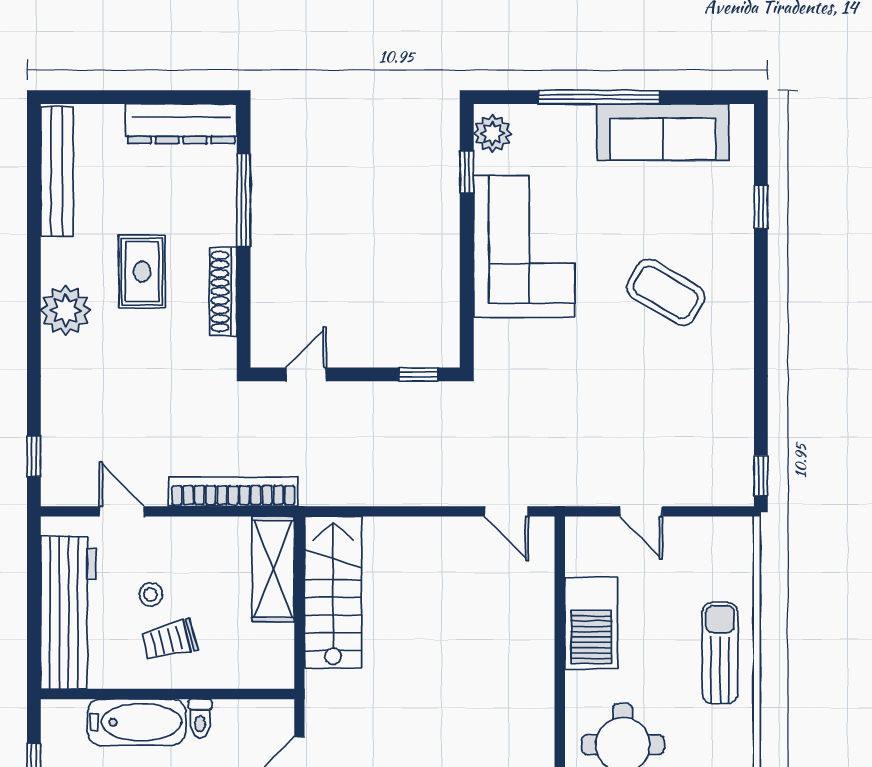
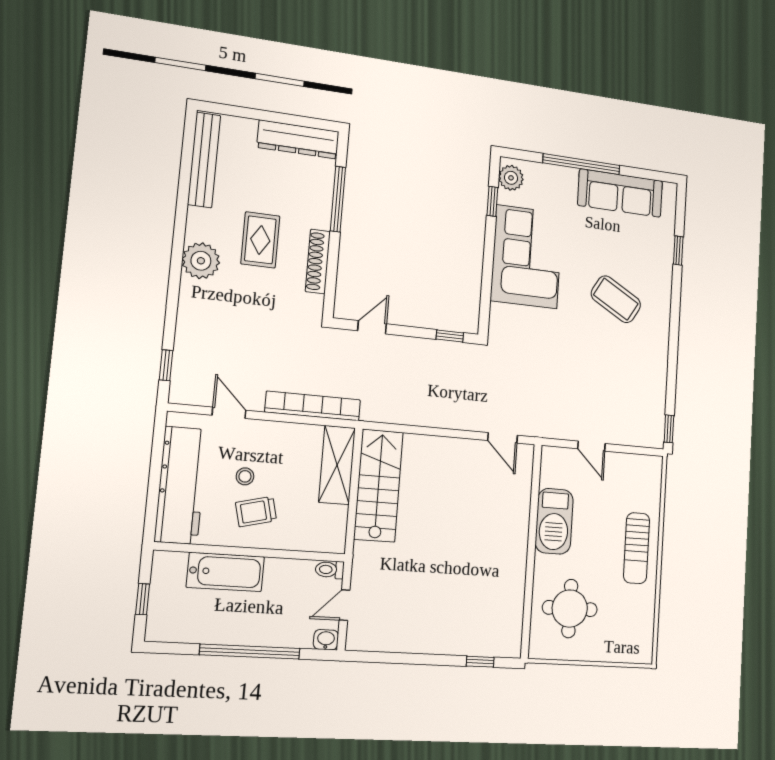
sun lounger: (720, 653) -> (637, 548), turned 180
toilet: (200, 718) -> (330, 570), moved, turned 90

